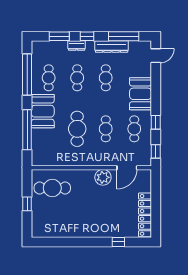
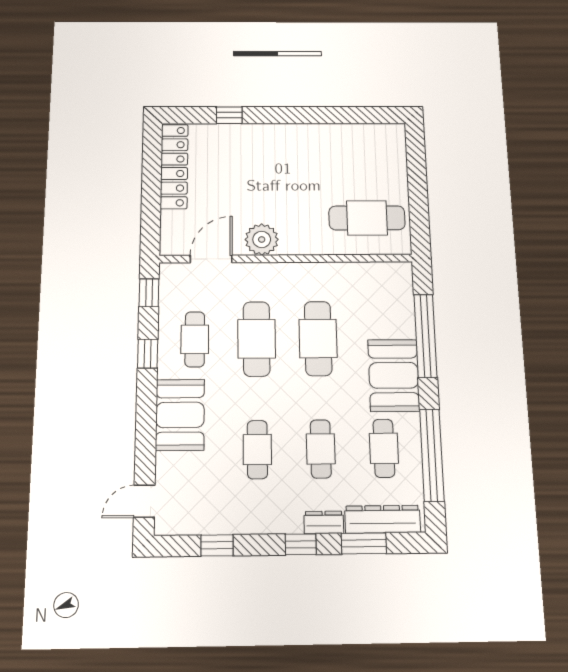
window: (124, 36) -> (217, 545), width x0.46
dresser: (112, 47) -> (383, 519), moved
cafe table: (106, 129) -> (257, 339), width x1.37, depth x1.35
window: (27, 204) -> (418, 187), removed

